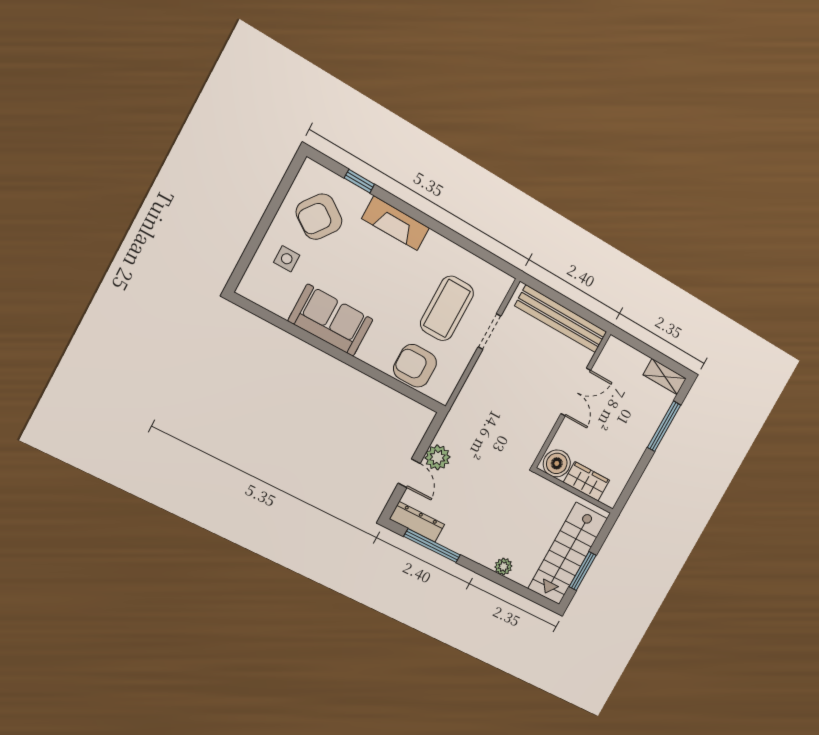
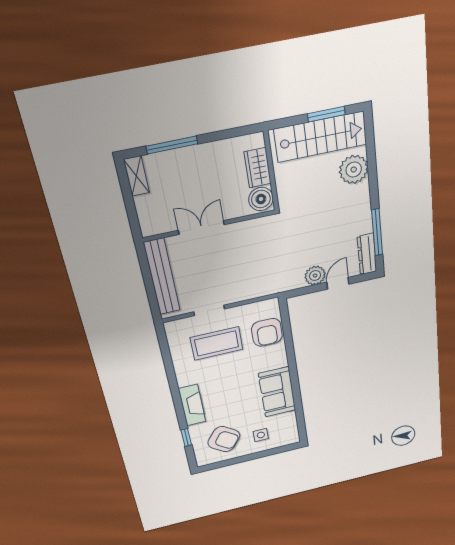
plant: (503, 567) -> (354, 170), width x1.87, depth x1.87

